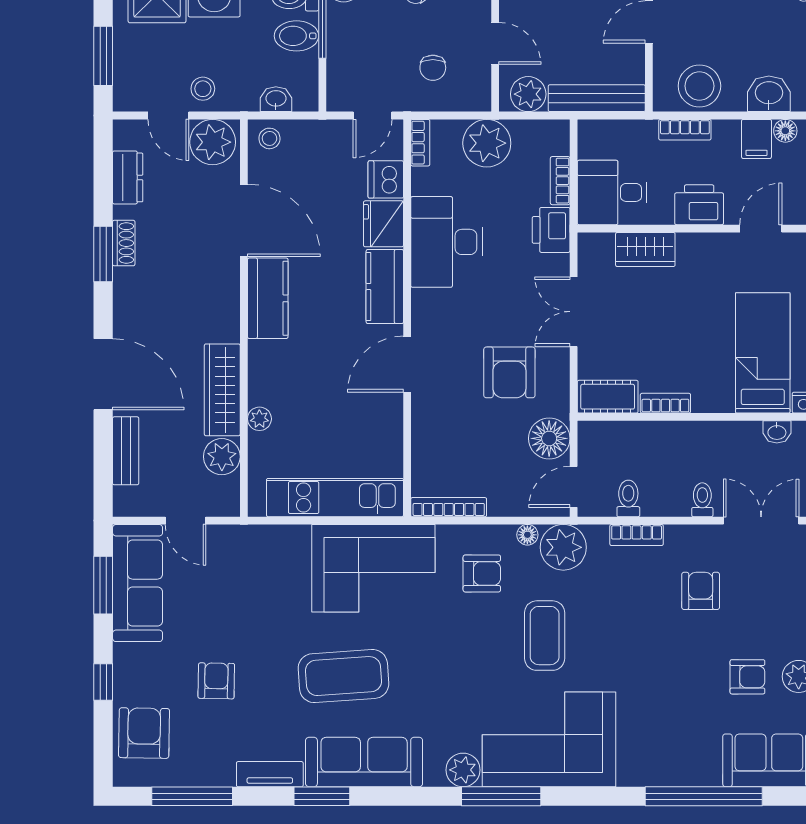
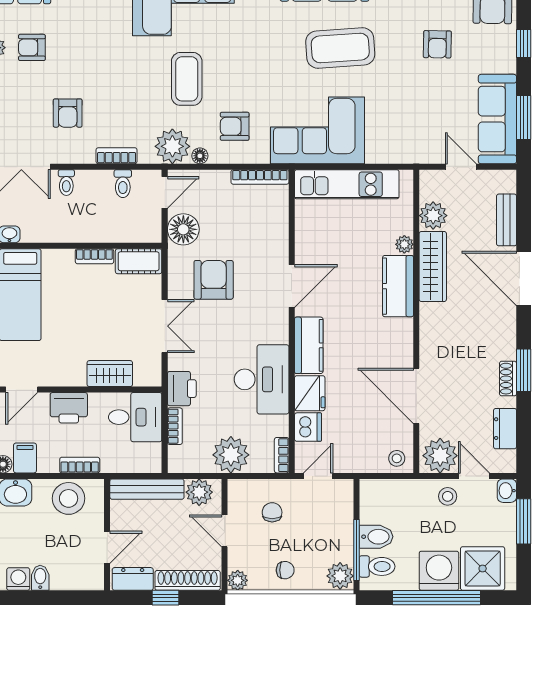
washbasin: (276, 99) -> (507, 491), moved, turned 90
kitchen counter: (268, 298) -> (398, 286), moved

